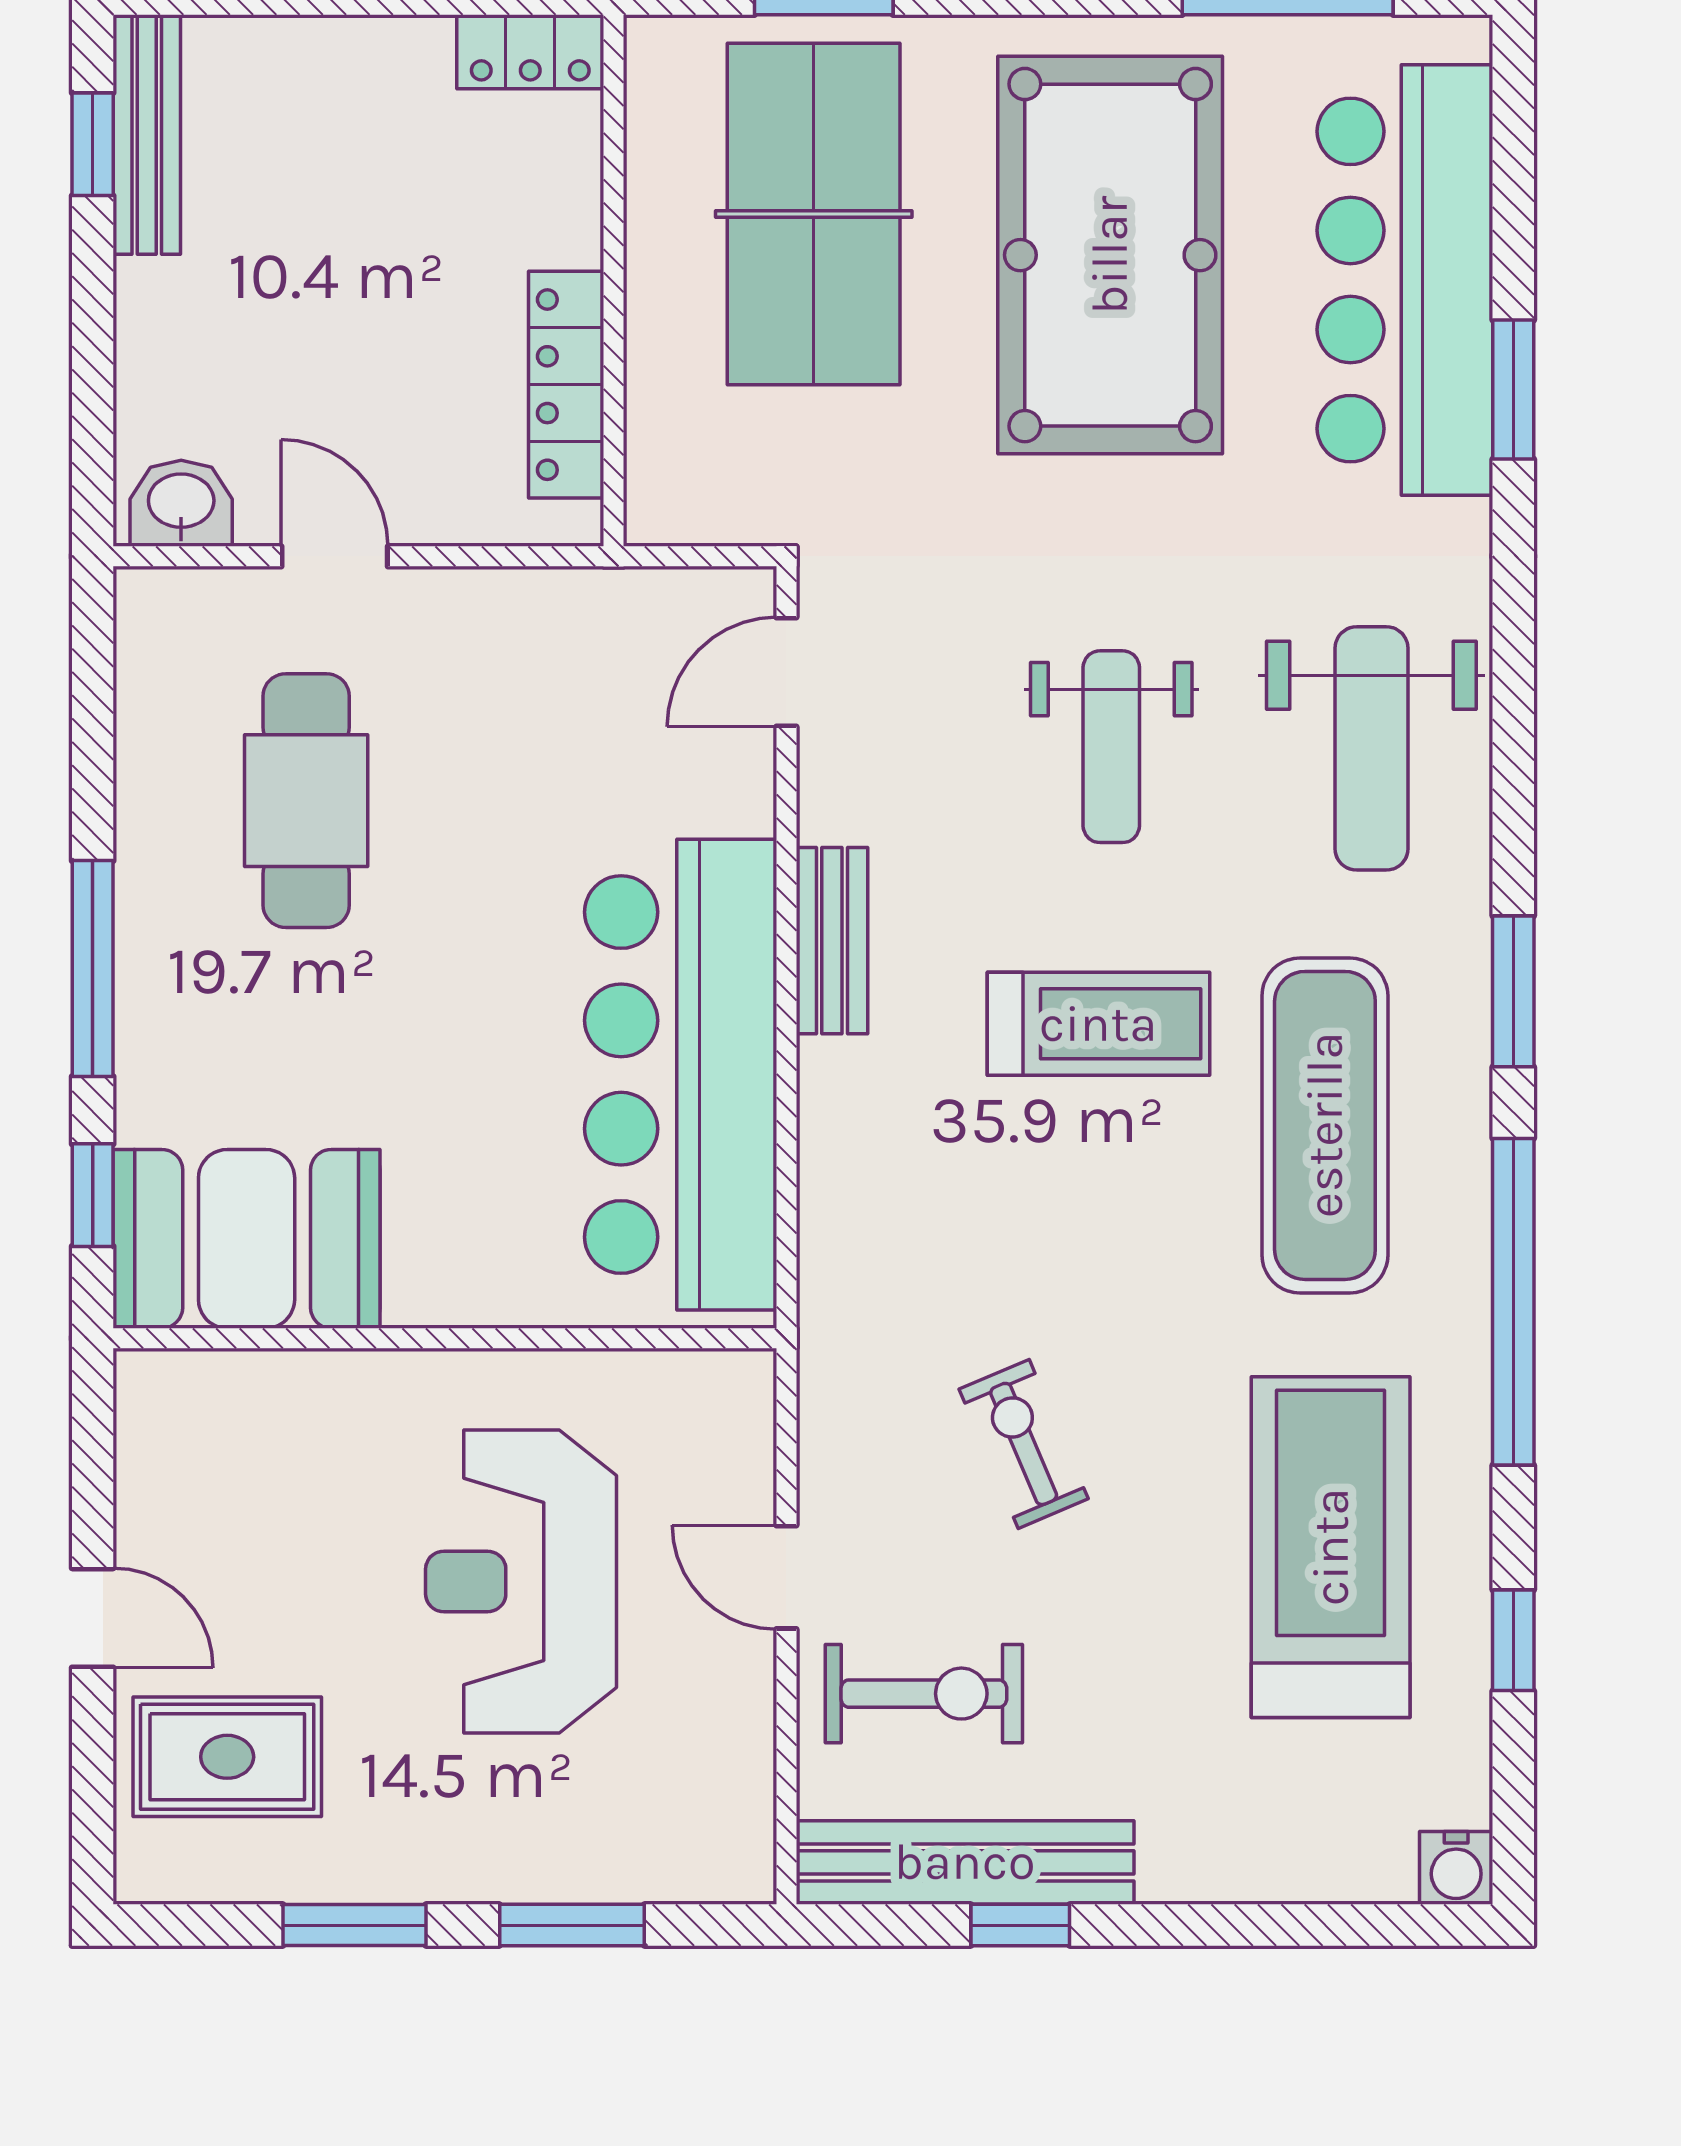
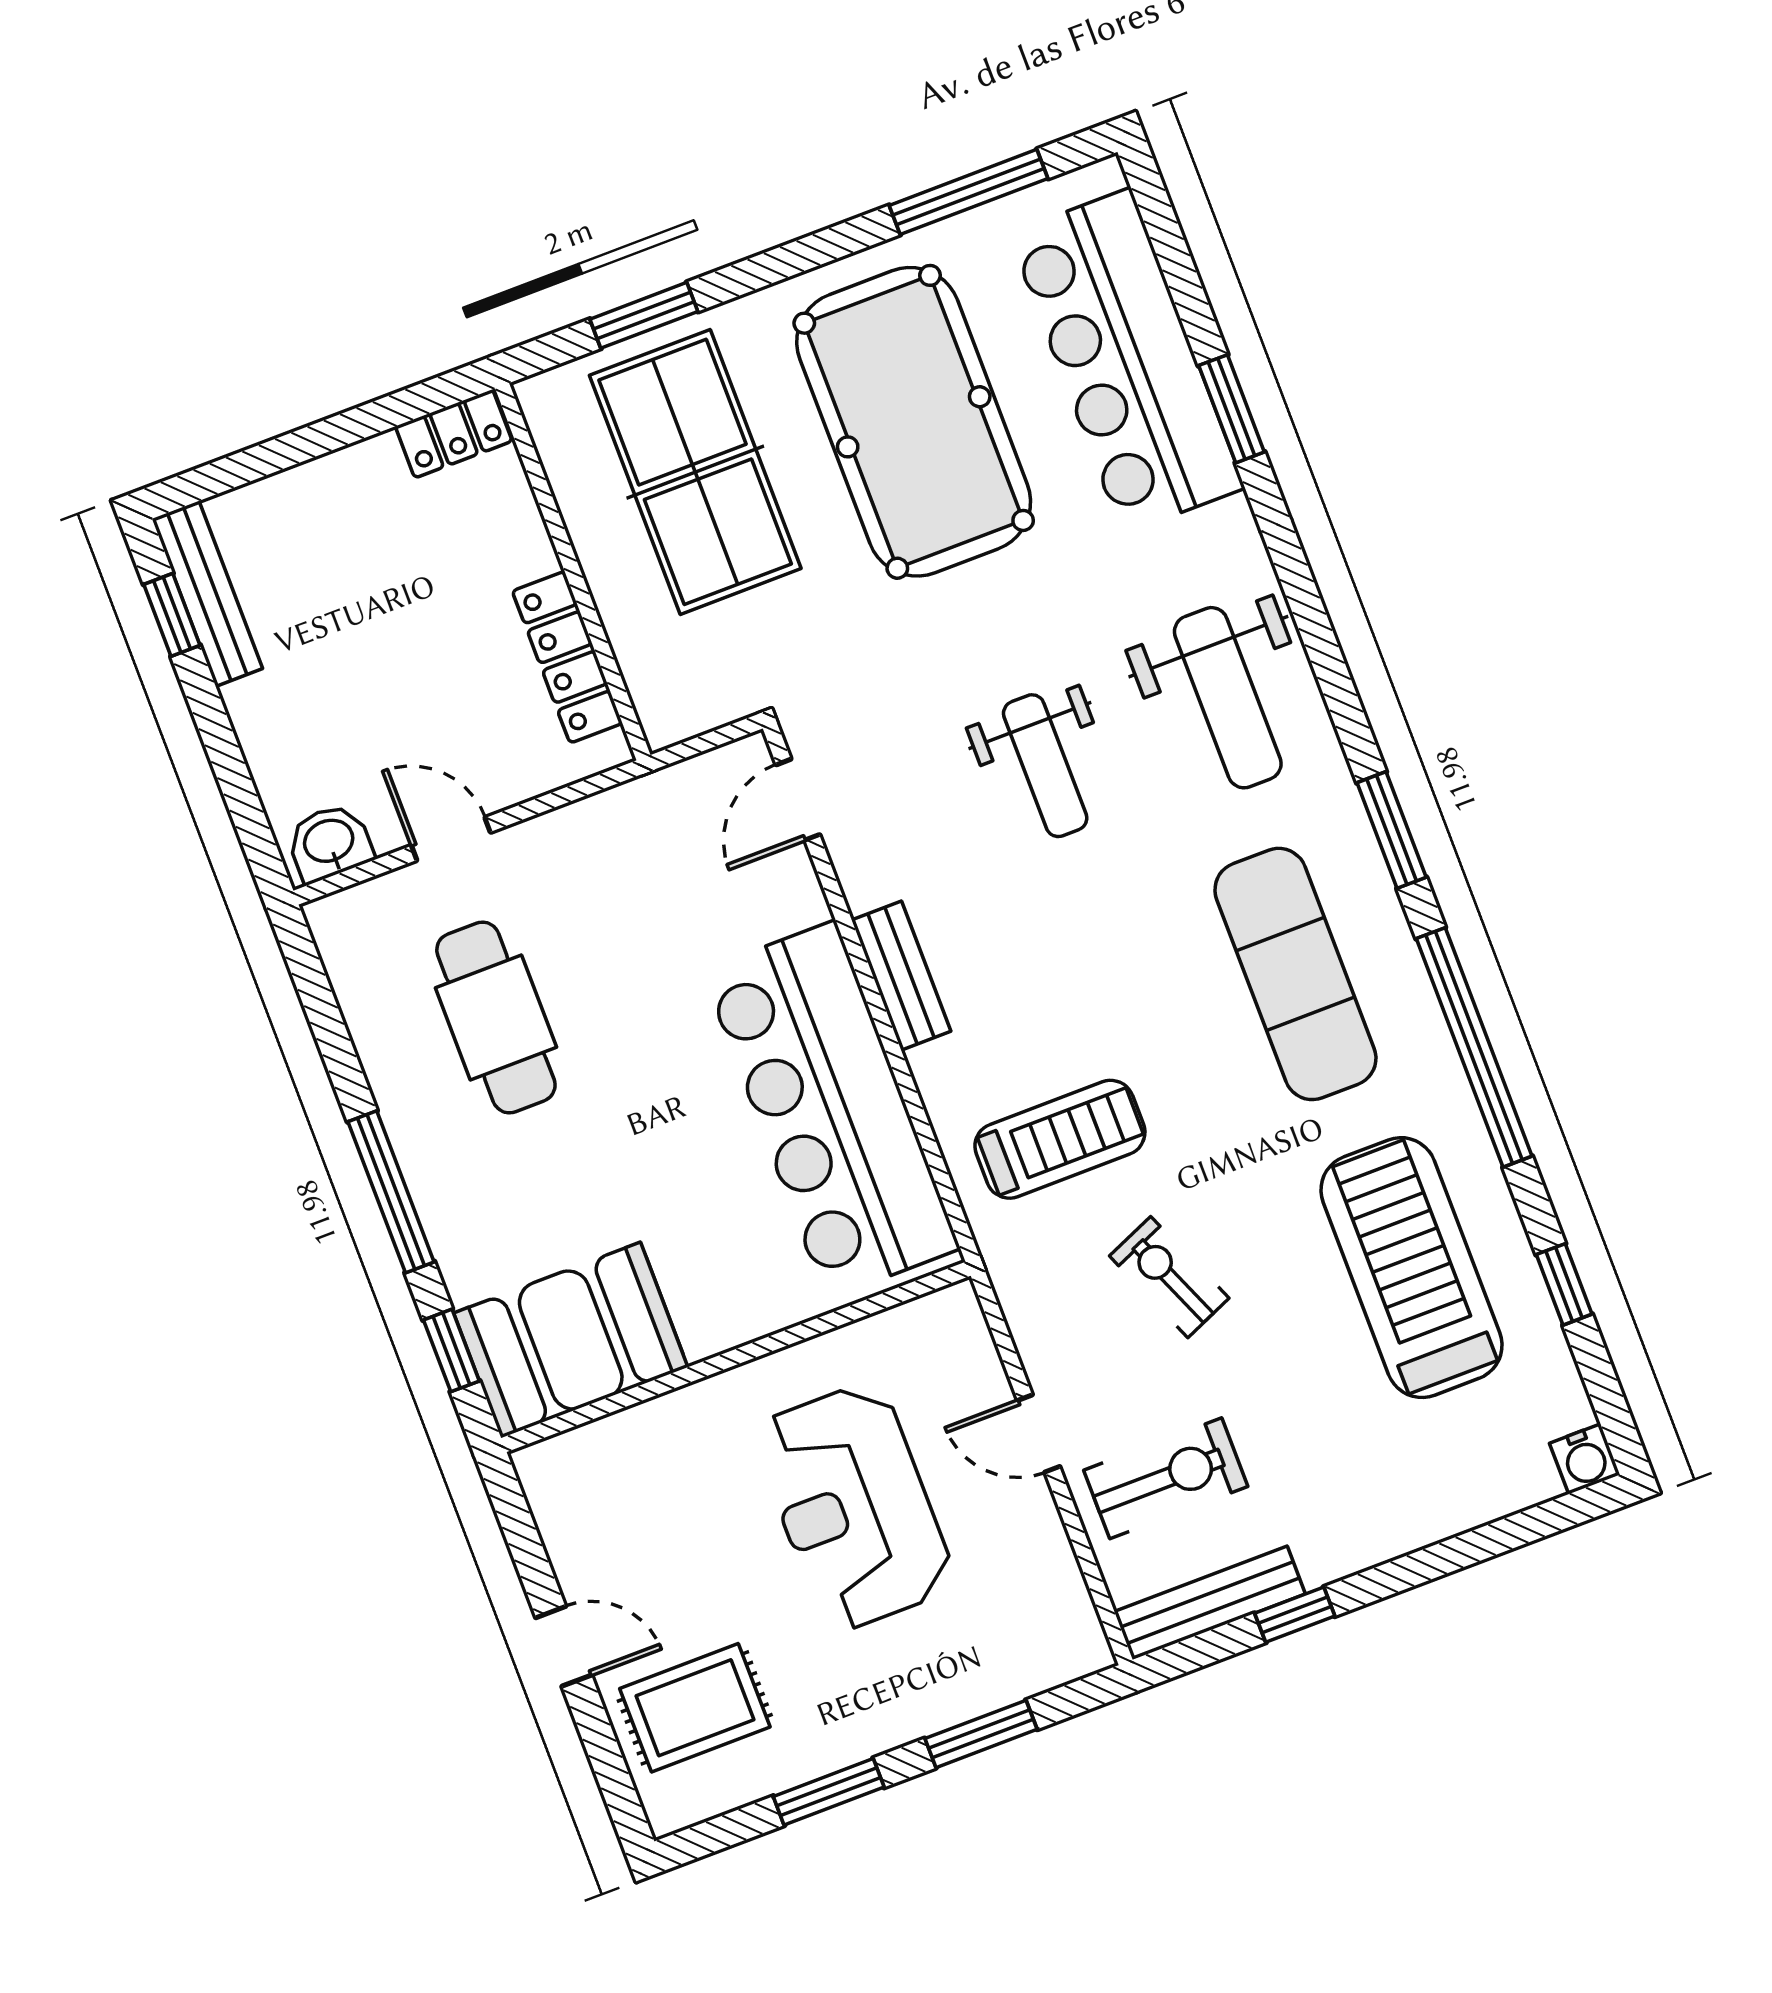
treadmill: (1098, 1024) -> (1060, 1139), moved
bench: (965, 1862) -> (1210, 1603), width x0.73, depth x0.82

